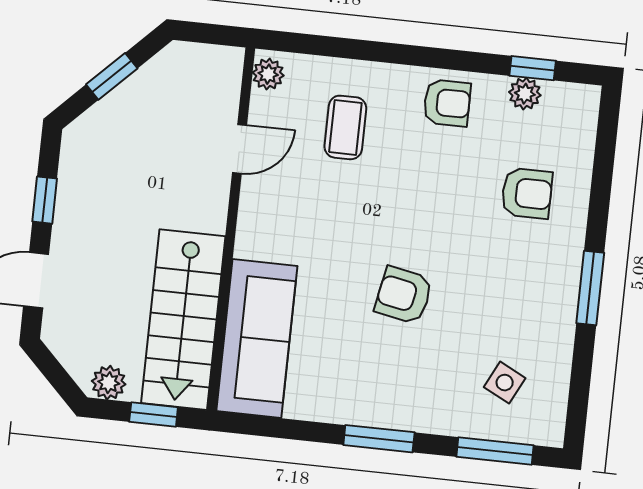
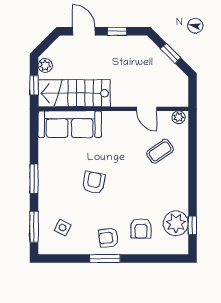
plant: (525, 94) -> (176, 223), width x1.88, depth x1.88
armchair: (447, 103) -> (109, 238), moved, turned 83
coffee table: (345, 127) -> (160, 151), turned -35

